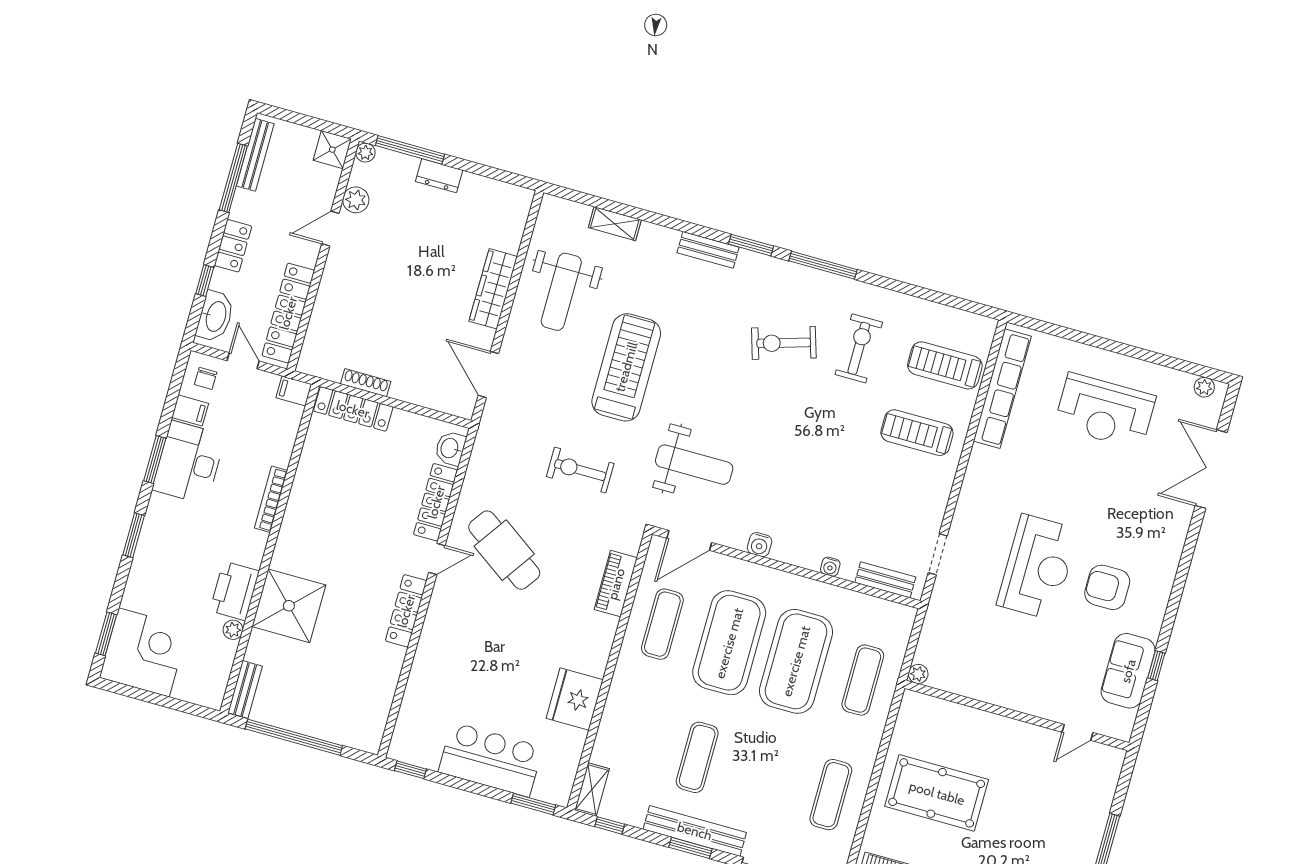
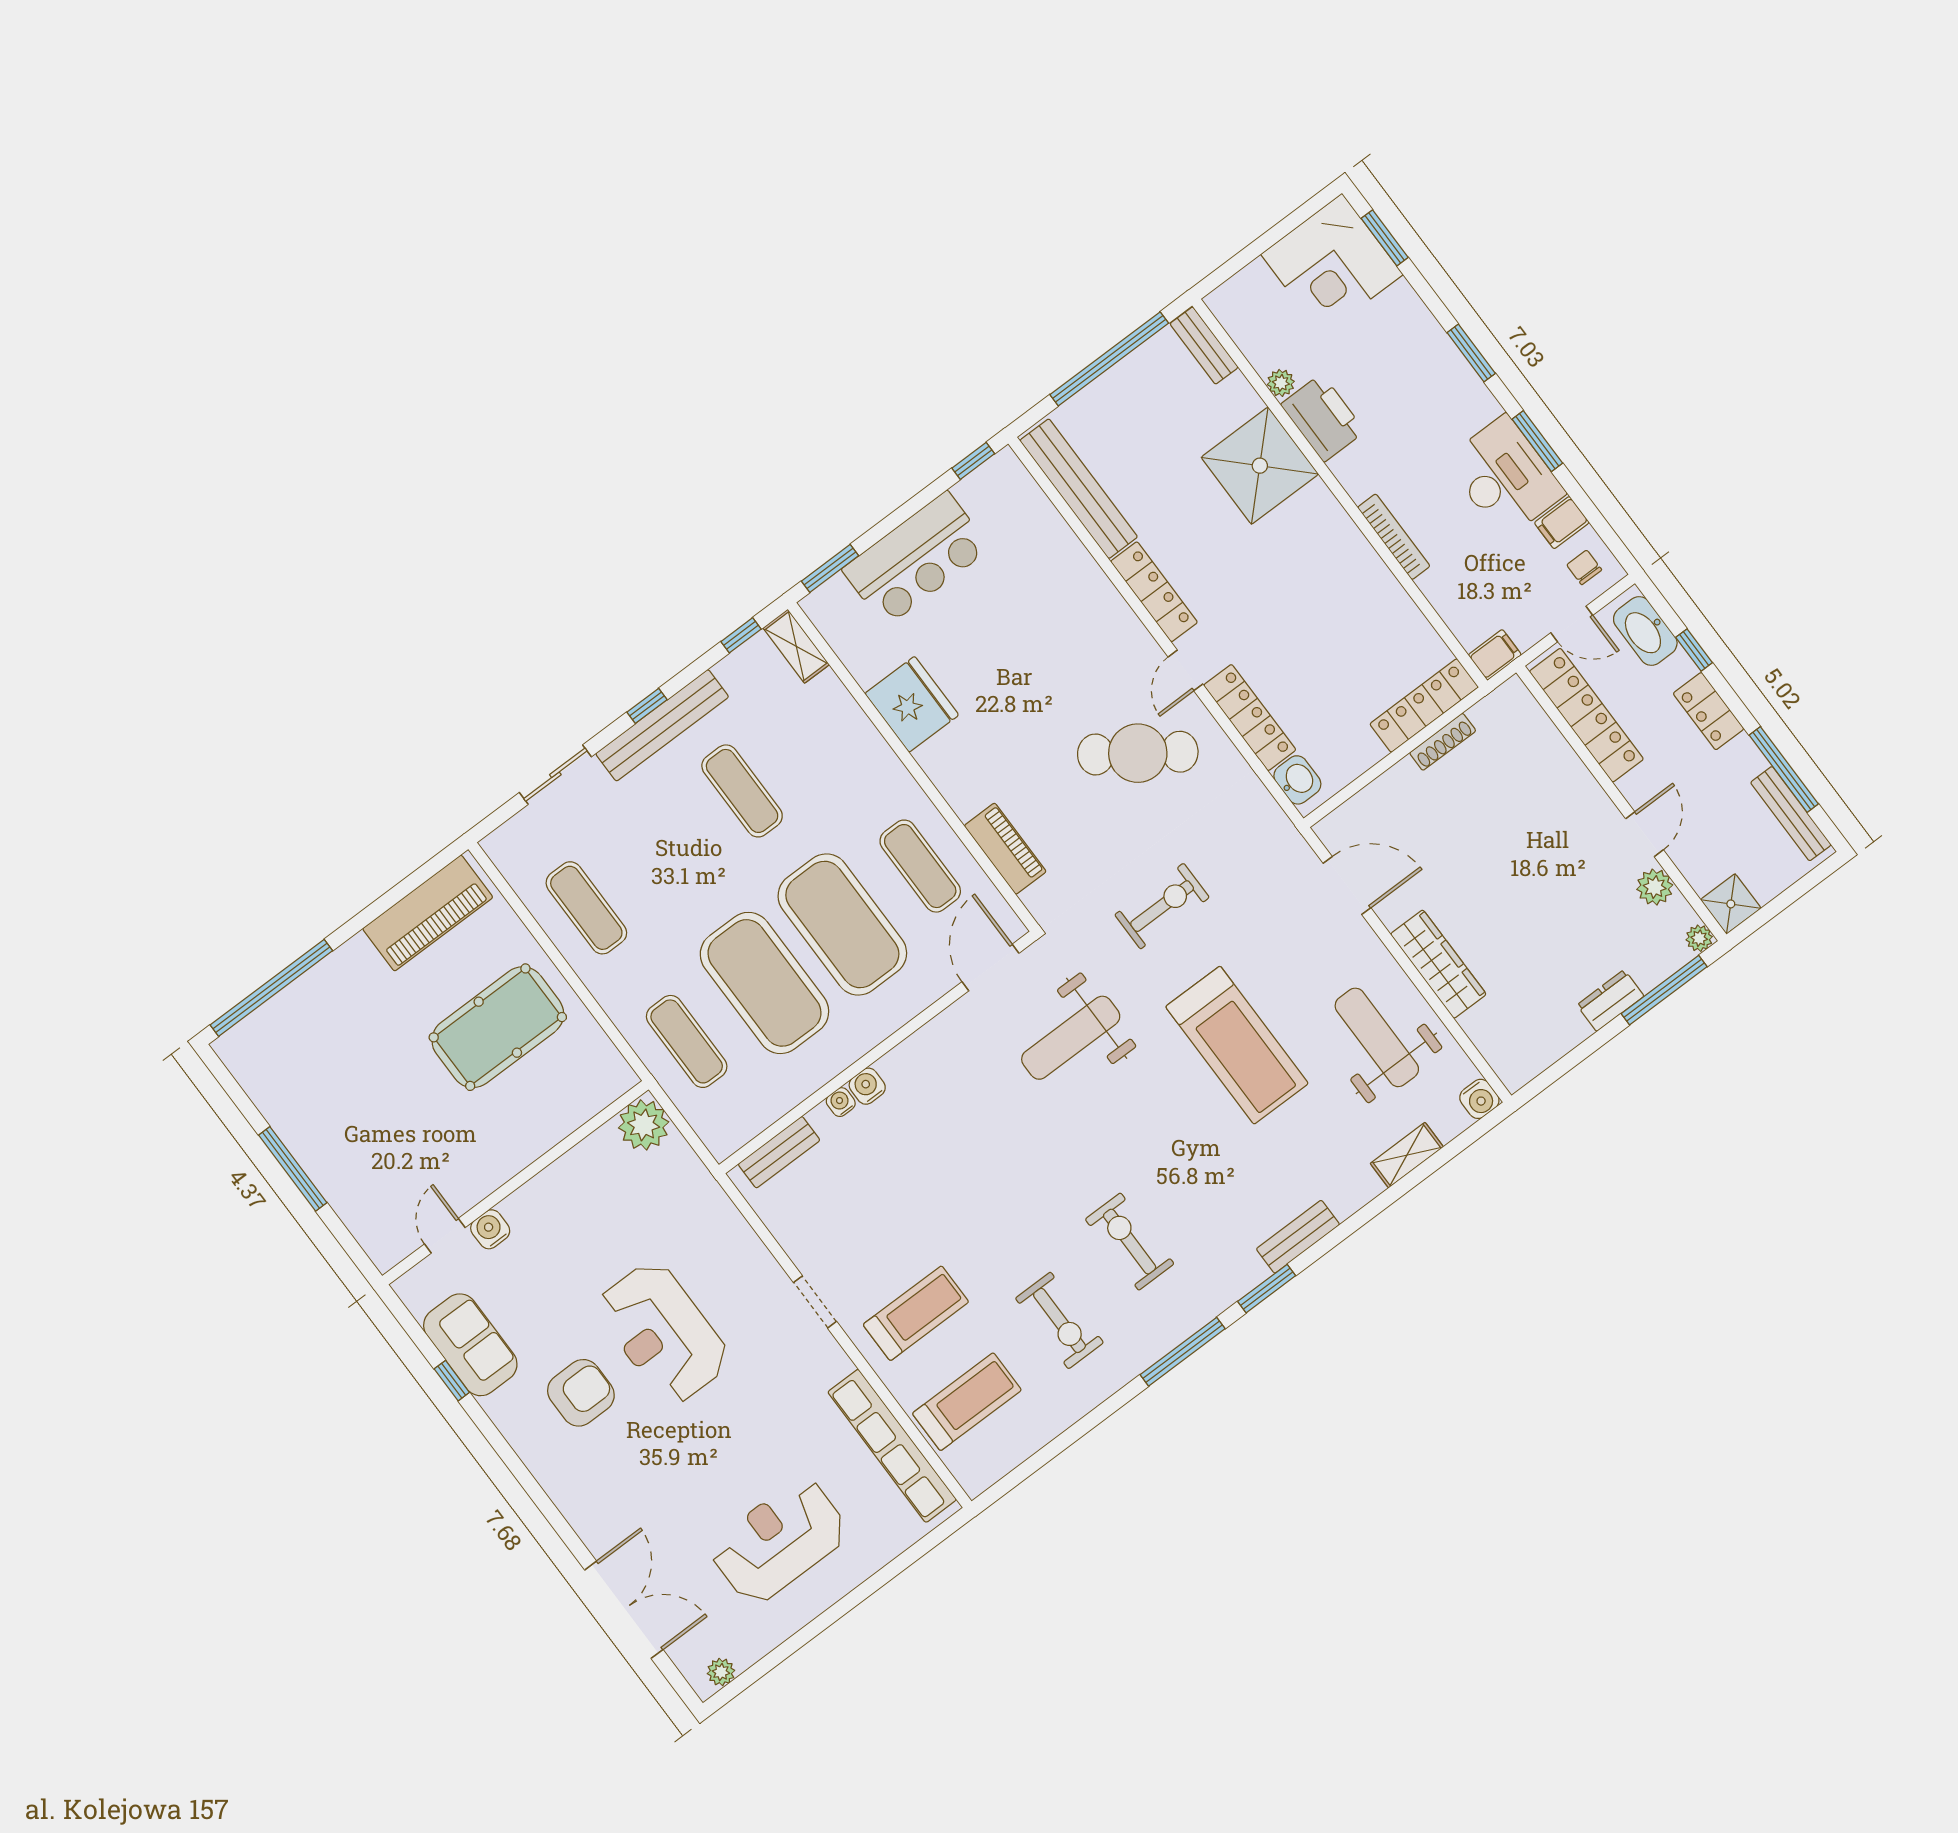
water cooler: (551, 207) -> (1479, 1099), added
exercise bike: (784, 343) -> (1130, 1242), turned -73
water cooler: (760, 545) -> (867, 1086), moved
doorway: (938, 554) -> (815, 1302), moved
plant: (918, 674) -> (644, 1125), width x1.88, depth x1.88
bench: (380, 698) -> (1079, 489), added
water cooler: (1054, 710) -> (490, 1229), added
window: (690, 848) -> (647, 706), width x0.67

